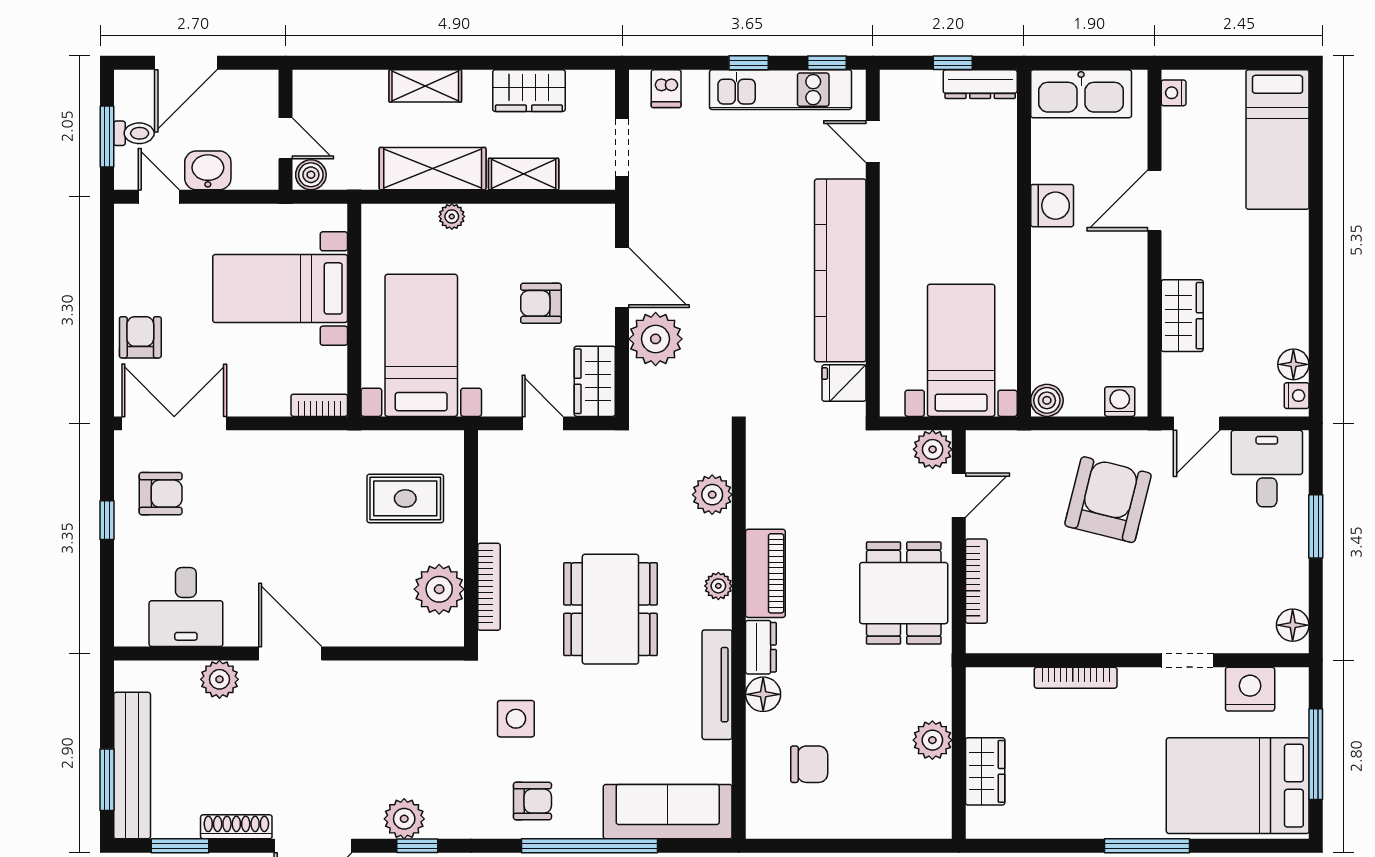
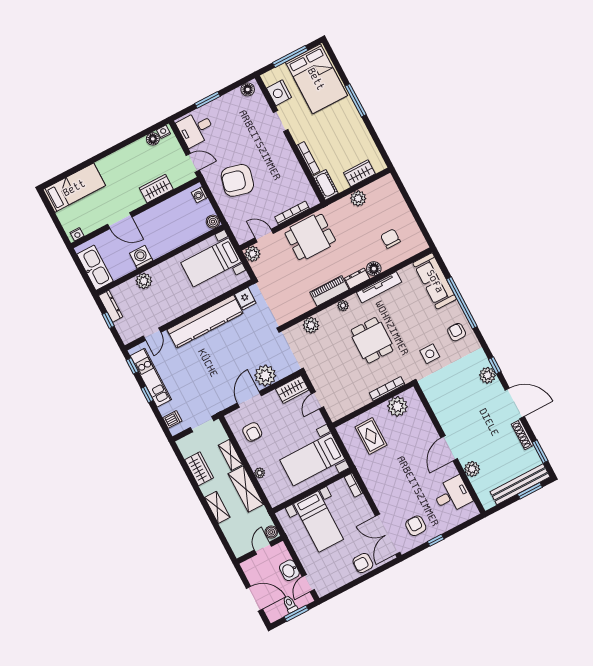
plant: (997, 184) -> (144, 281), added
armchair: (541, 303) -> (252, 432), moved
dining table: (610, 609) -> (372, 340), width x0.73
cot: (999, 685) -> (326, 185), added

